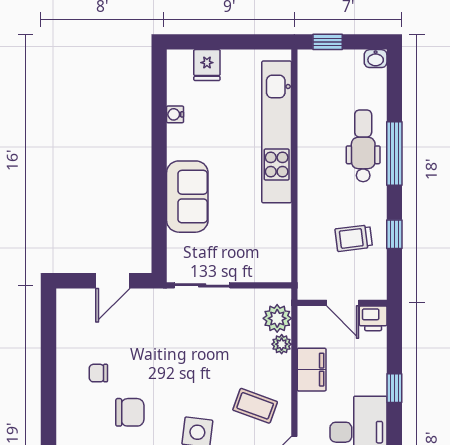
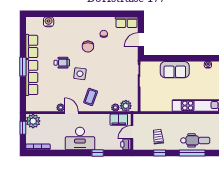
door: (113, 281) -> (141, 40), hinge flipped
row of seats: (69, 316) -> (127, 22), added
filing cabinet: (312, 370) -> (119, 120), moved

